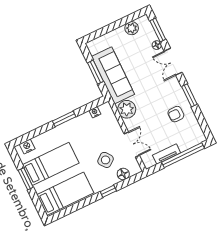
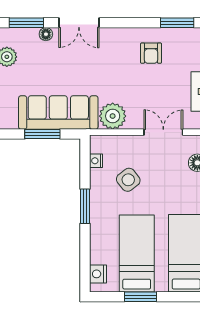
window: (189, 95) -> (177, 23), moved
side table: (106, 160) -> (128, 180), moved

